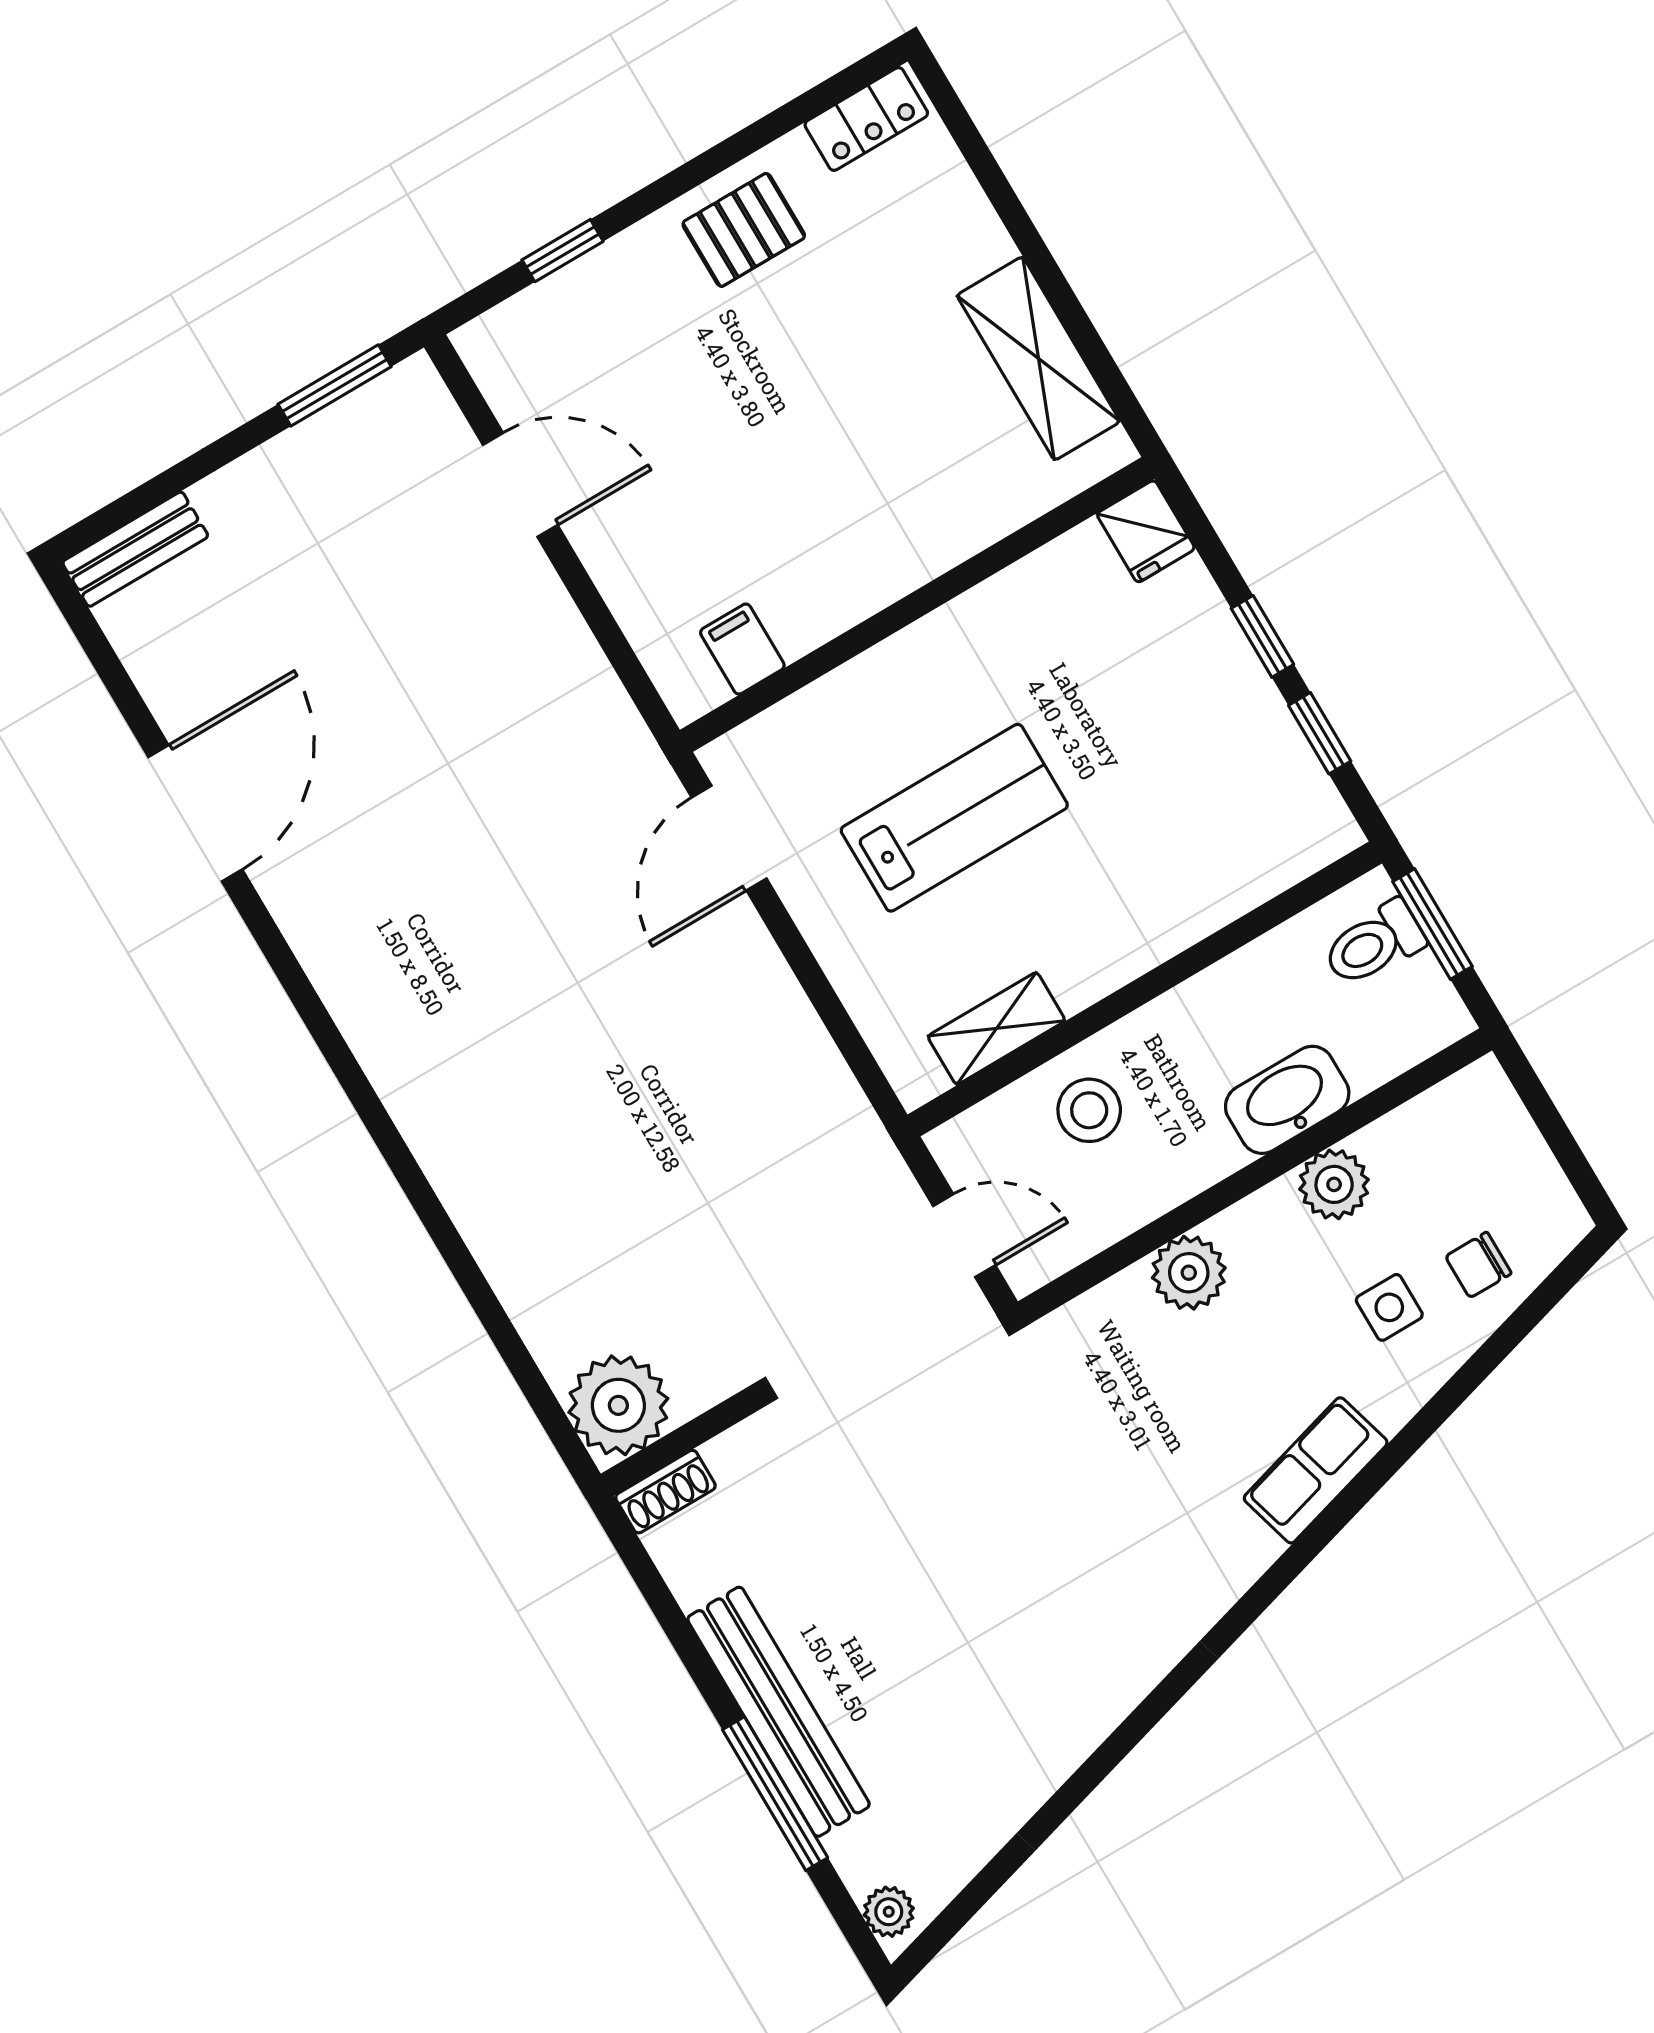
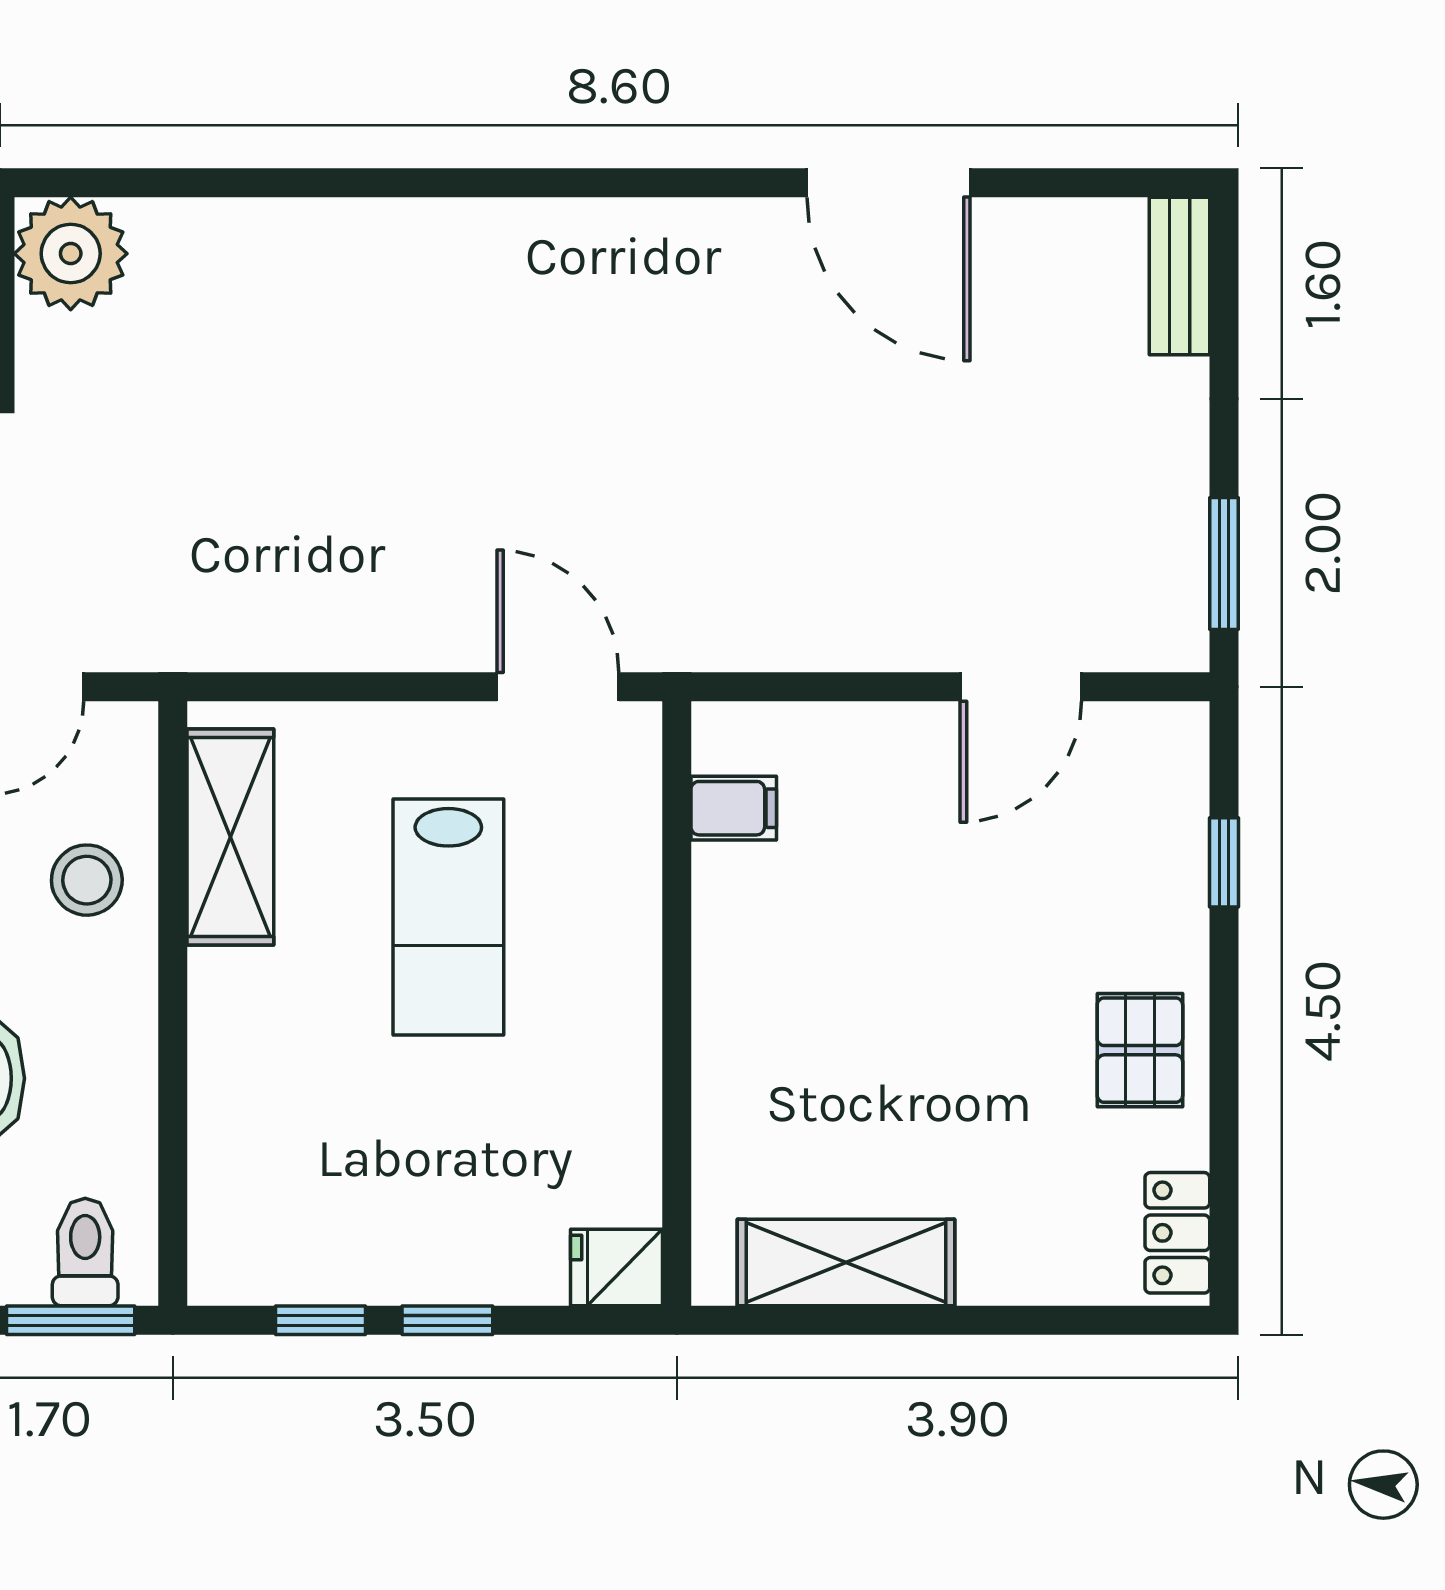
shelving: (996, 1028) -> (230, 837), width x1.50, depth x1.33

